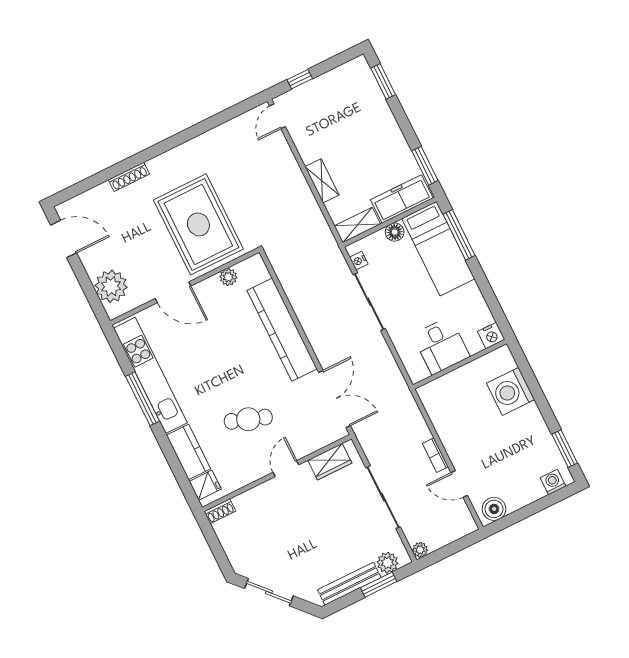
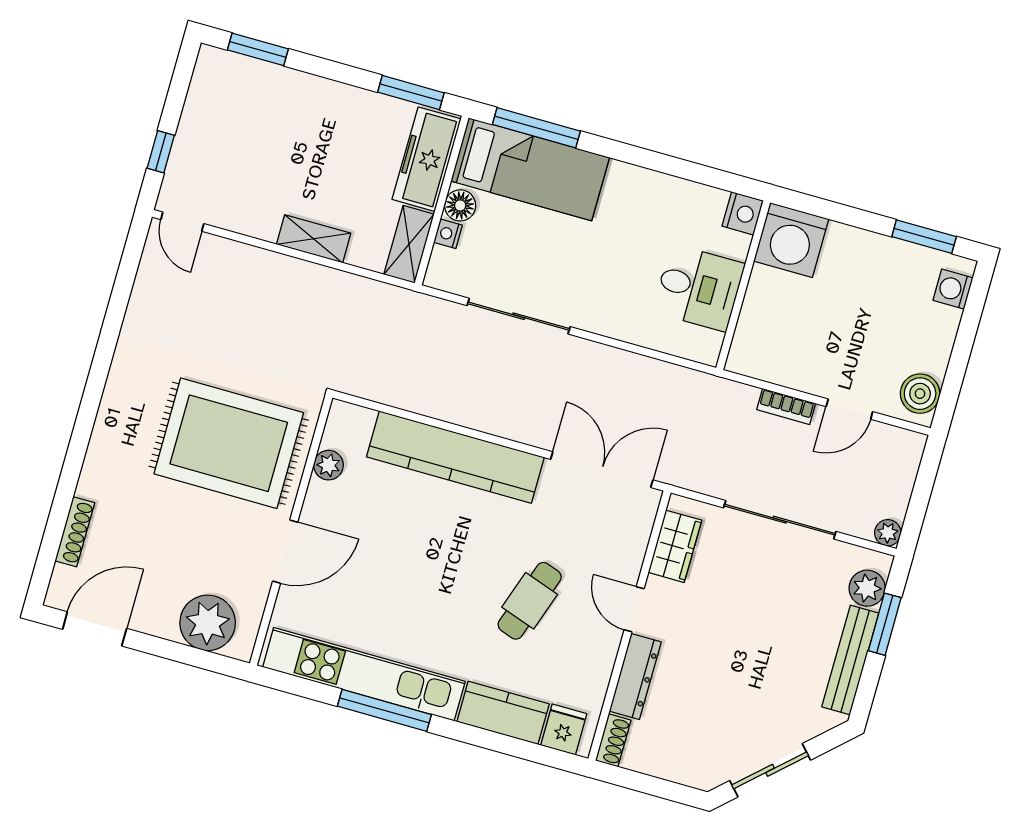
shoe rack: (129, 177) -> (75, 532), moved
nightstand: (359, 261) -> (448, 234), moved, turned 90
nightstand: (491, 336) -> (743, 213), moved
desk: (441, 346) -> (699, 288), moved
wall: (460, 364) -> (743, 285), moved
dresser: (257, 496) -> (635, 677), added

